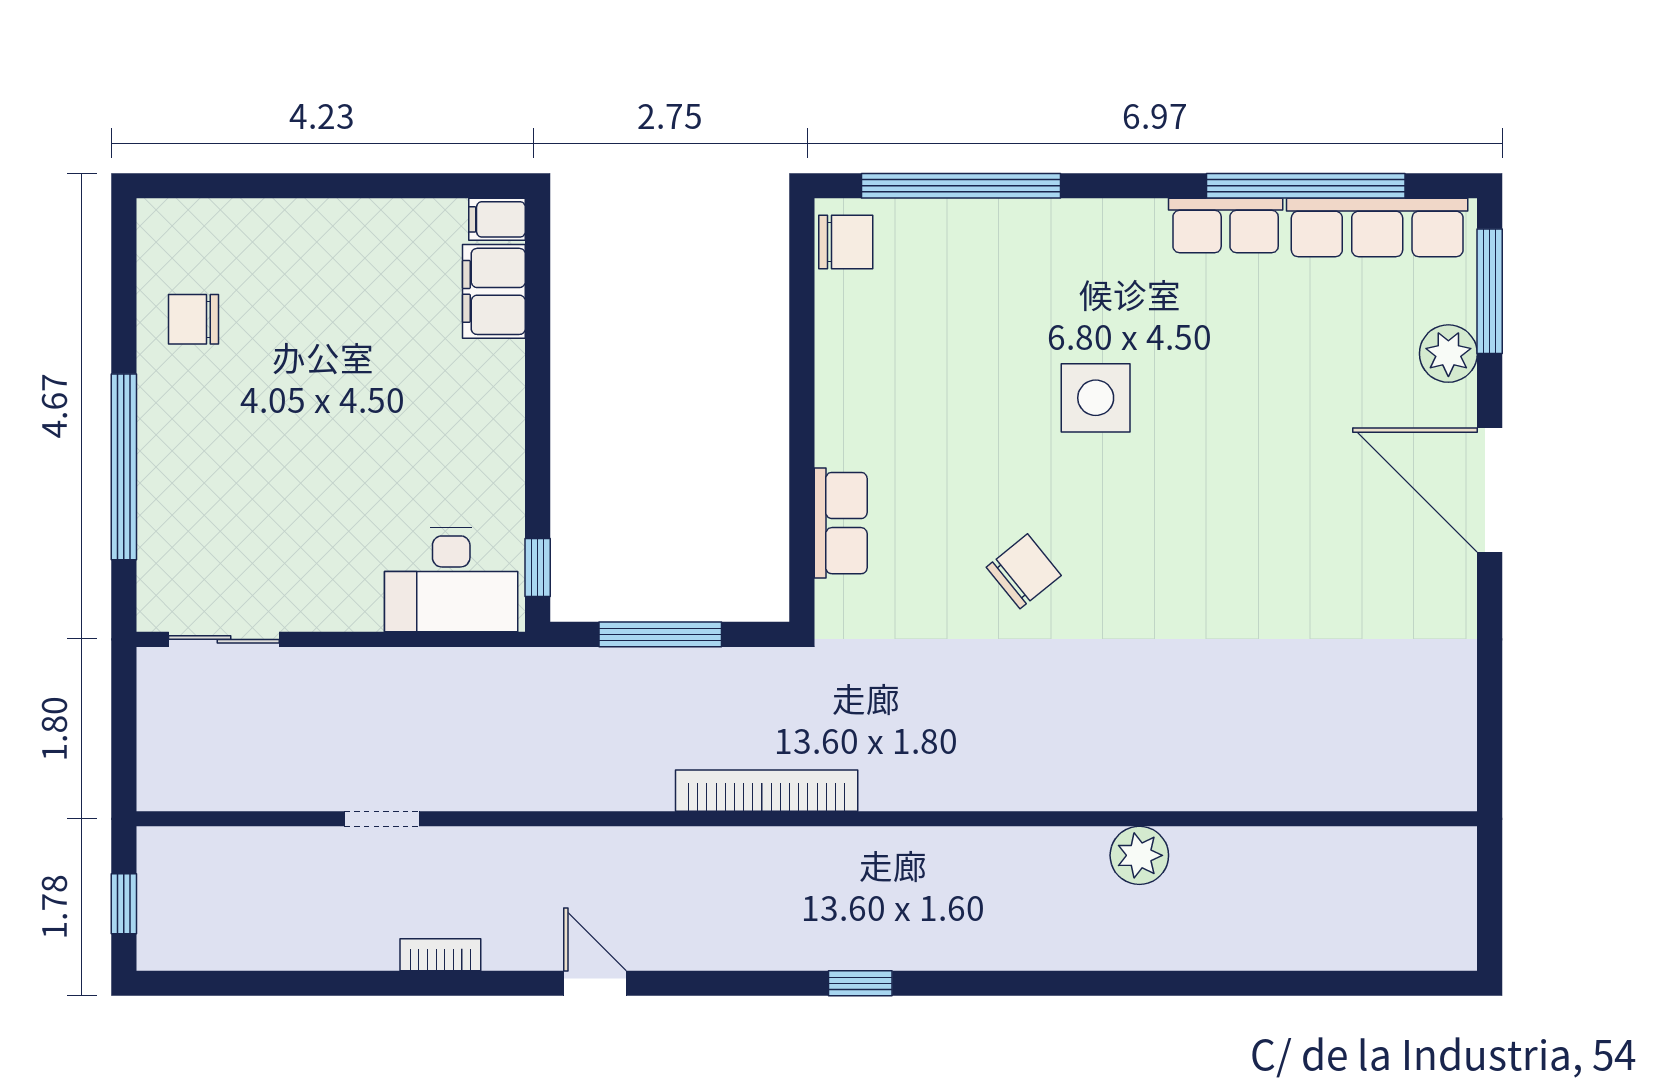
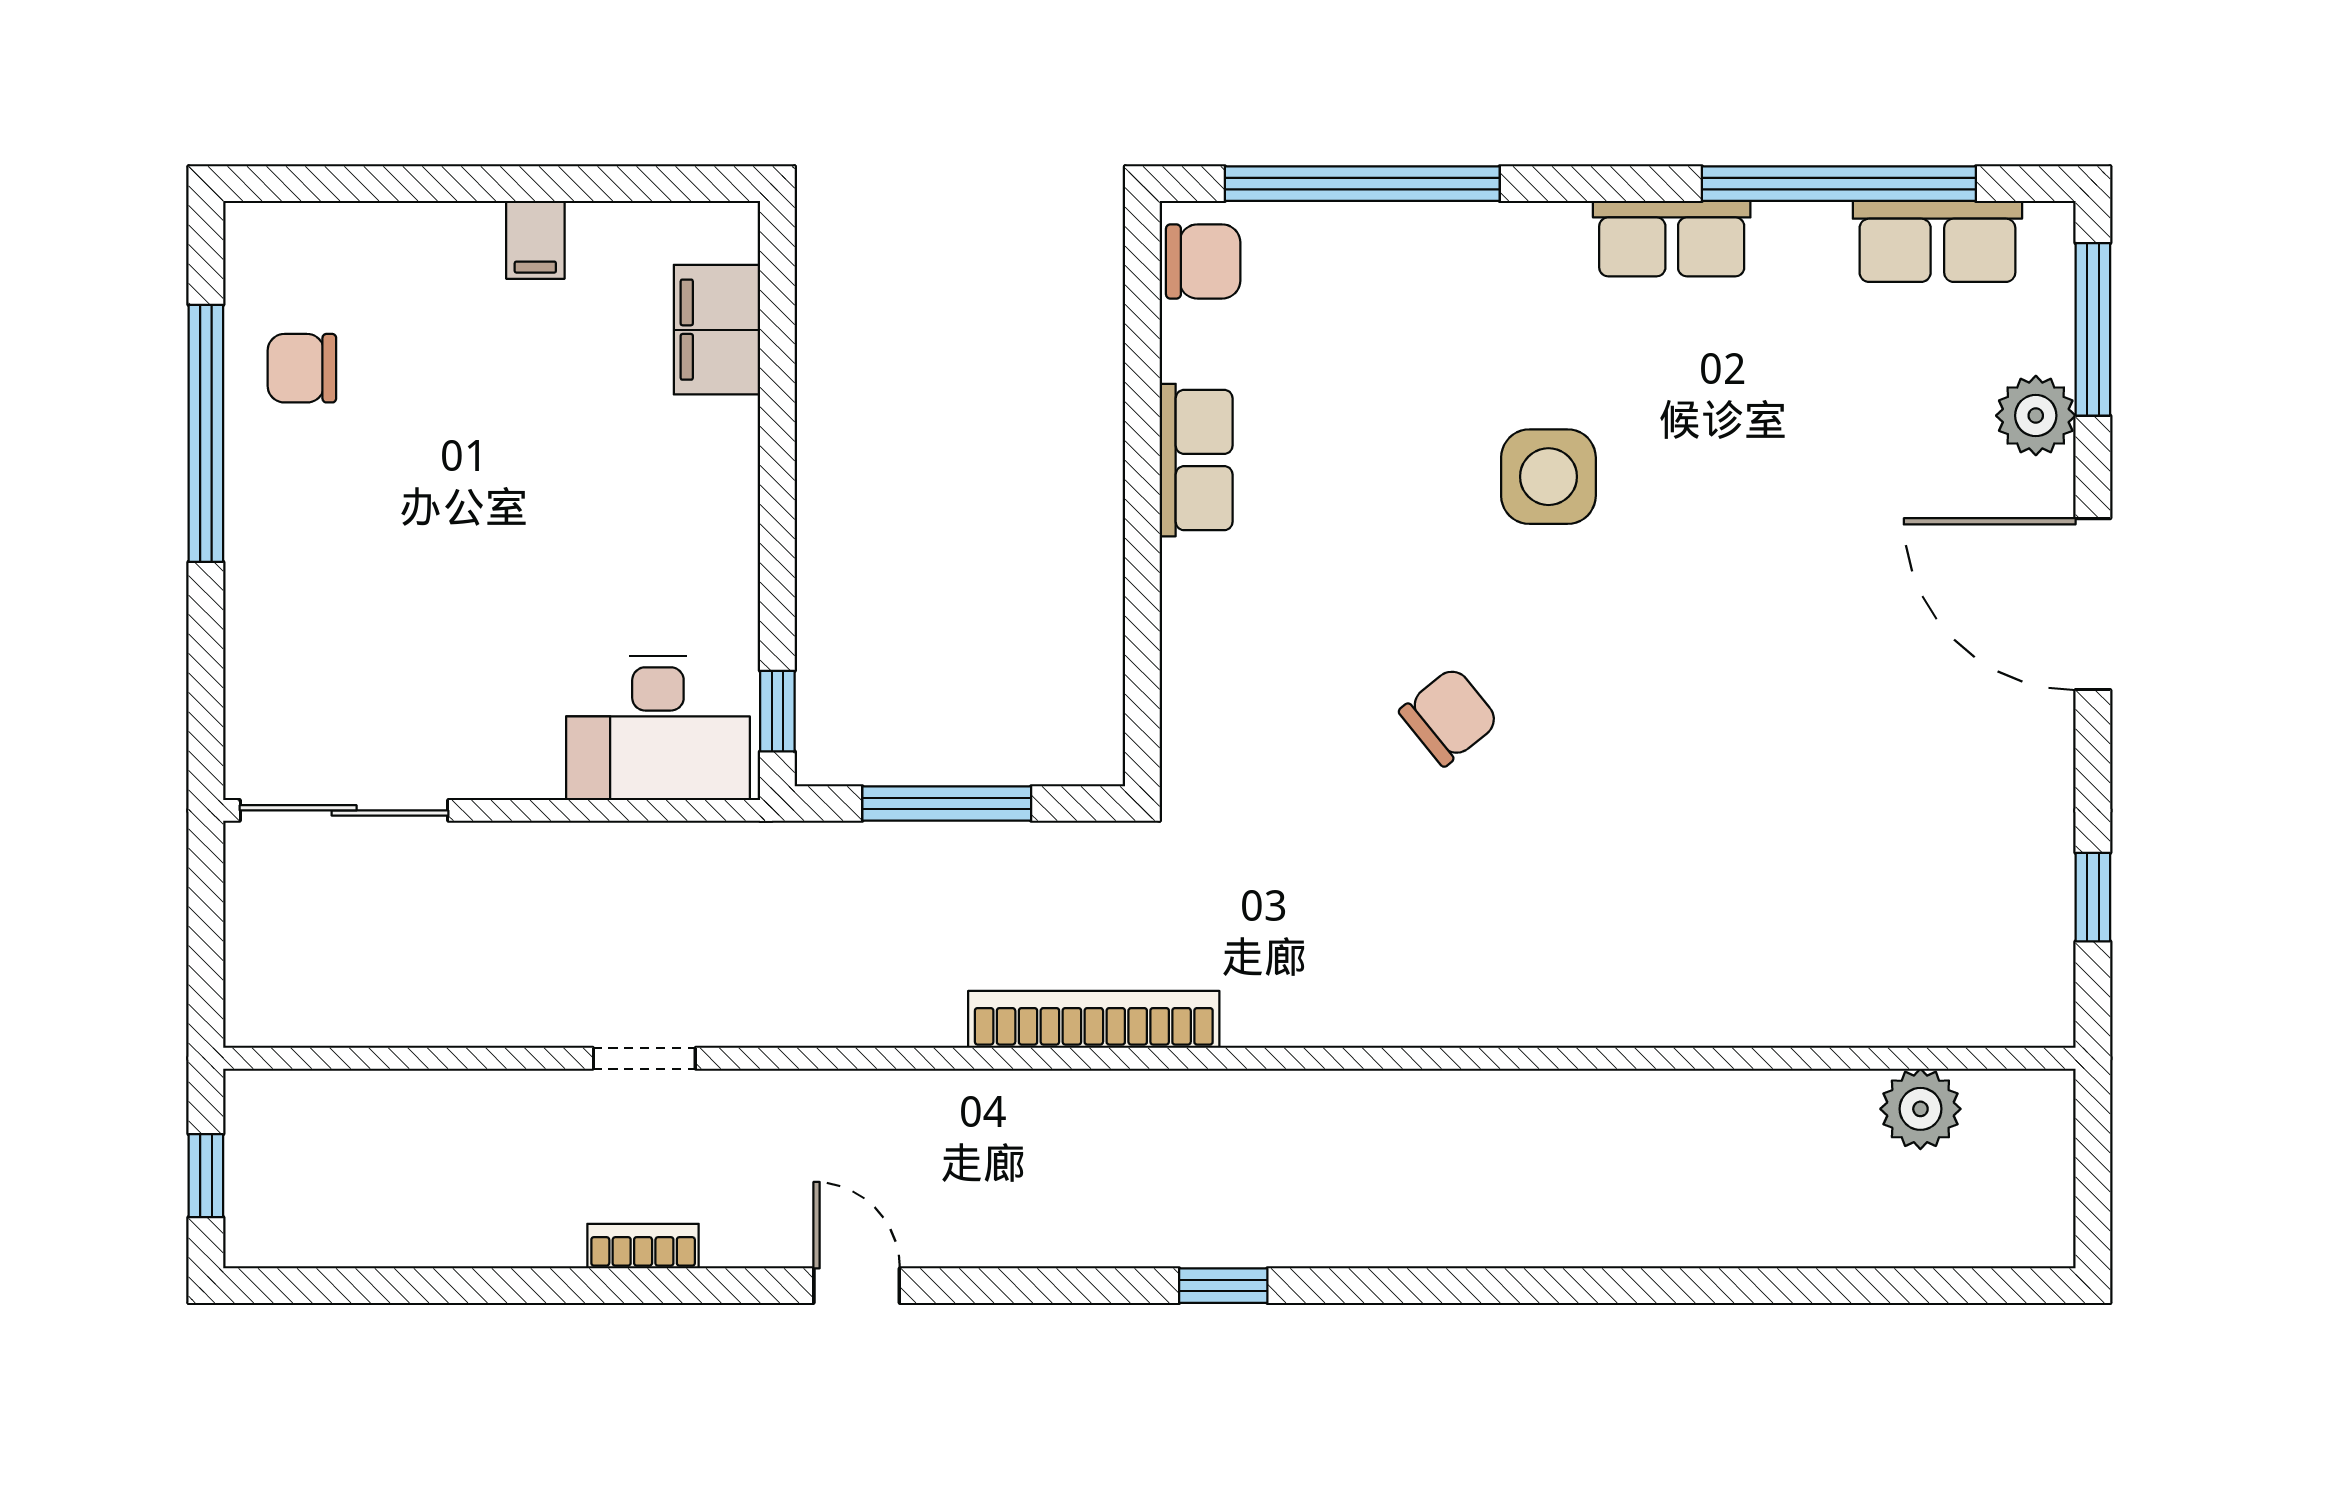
filing cabinet: (497, 219) -> (535, 240), moved, turned -90
row of seats: (1226, 225) -> (1672, 239), moved
row of seats: (1377, 228) -> (1937, 241), width x0.68
window: (124, 467) -> (206, 433), moved
row of seats: (841, 523) -> (1196, 460), moved
sliding door: (224, 639) -> (344, 810), width x1.37
window: (1490, 702) -> (2093, 897), added
doorway: (382, 819) -> (644, 1058), moved
plant: (1139, 855) -> (1920, 1109), moved

